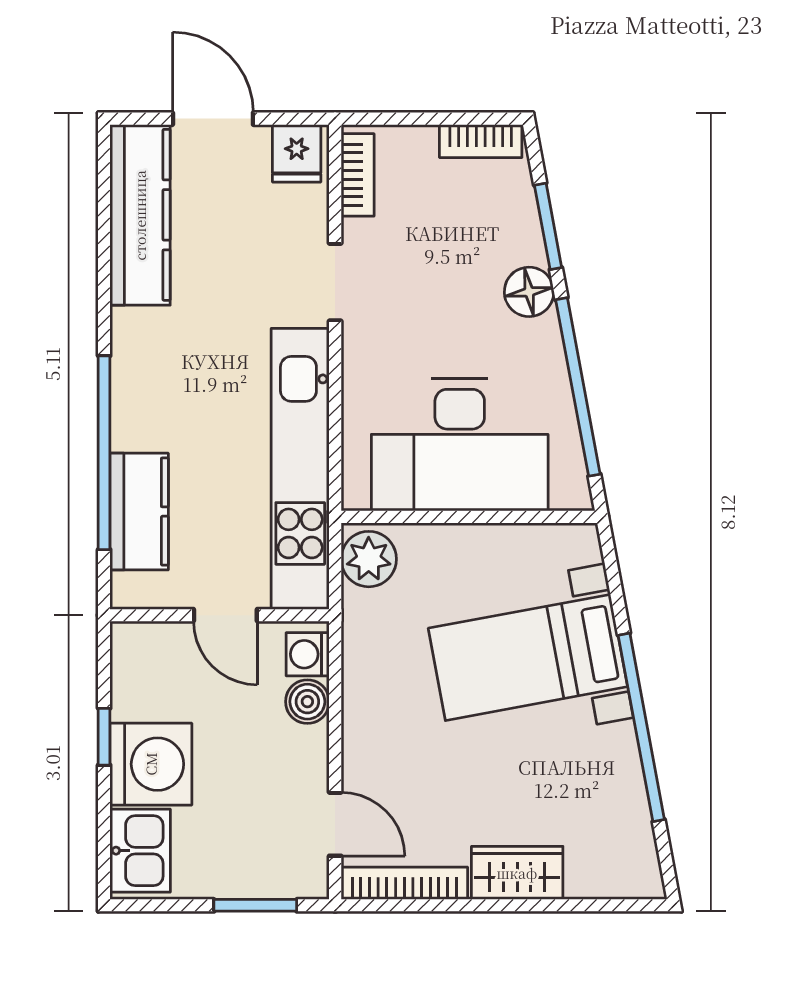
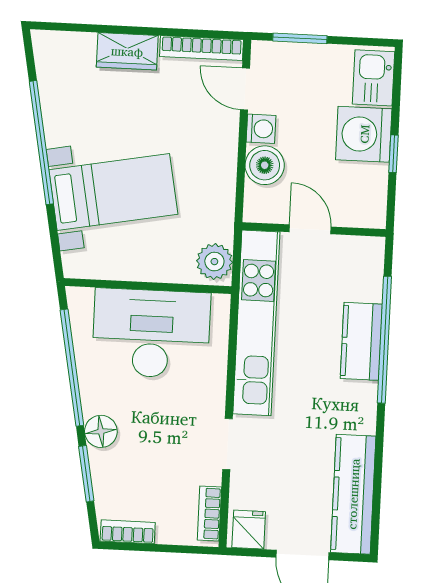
kitchen counter: (139, 512) -> (361, 341), moved
washing machine: (308, 654) -> (261, 129), moved
boiler: (307, 702) -> (265, 165), width x1.36, depth x1.36

